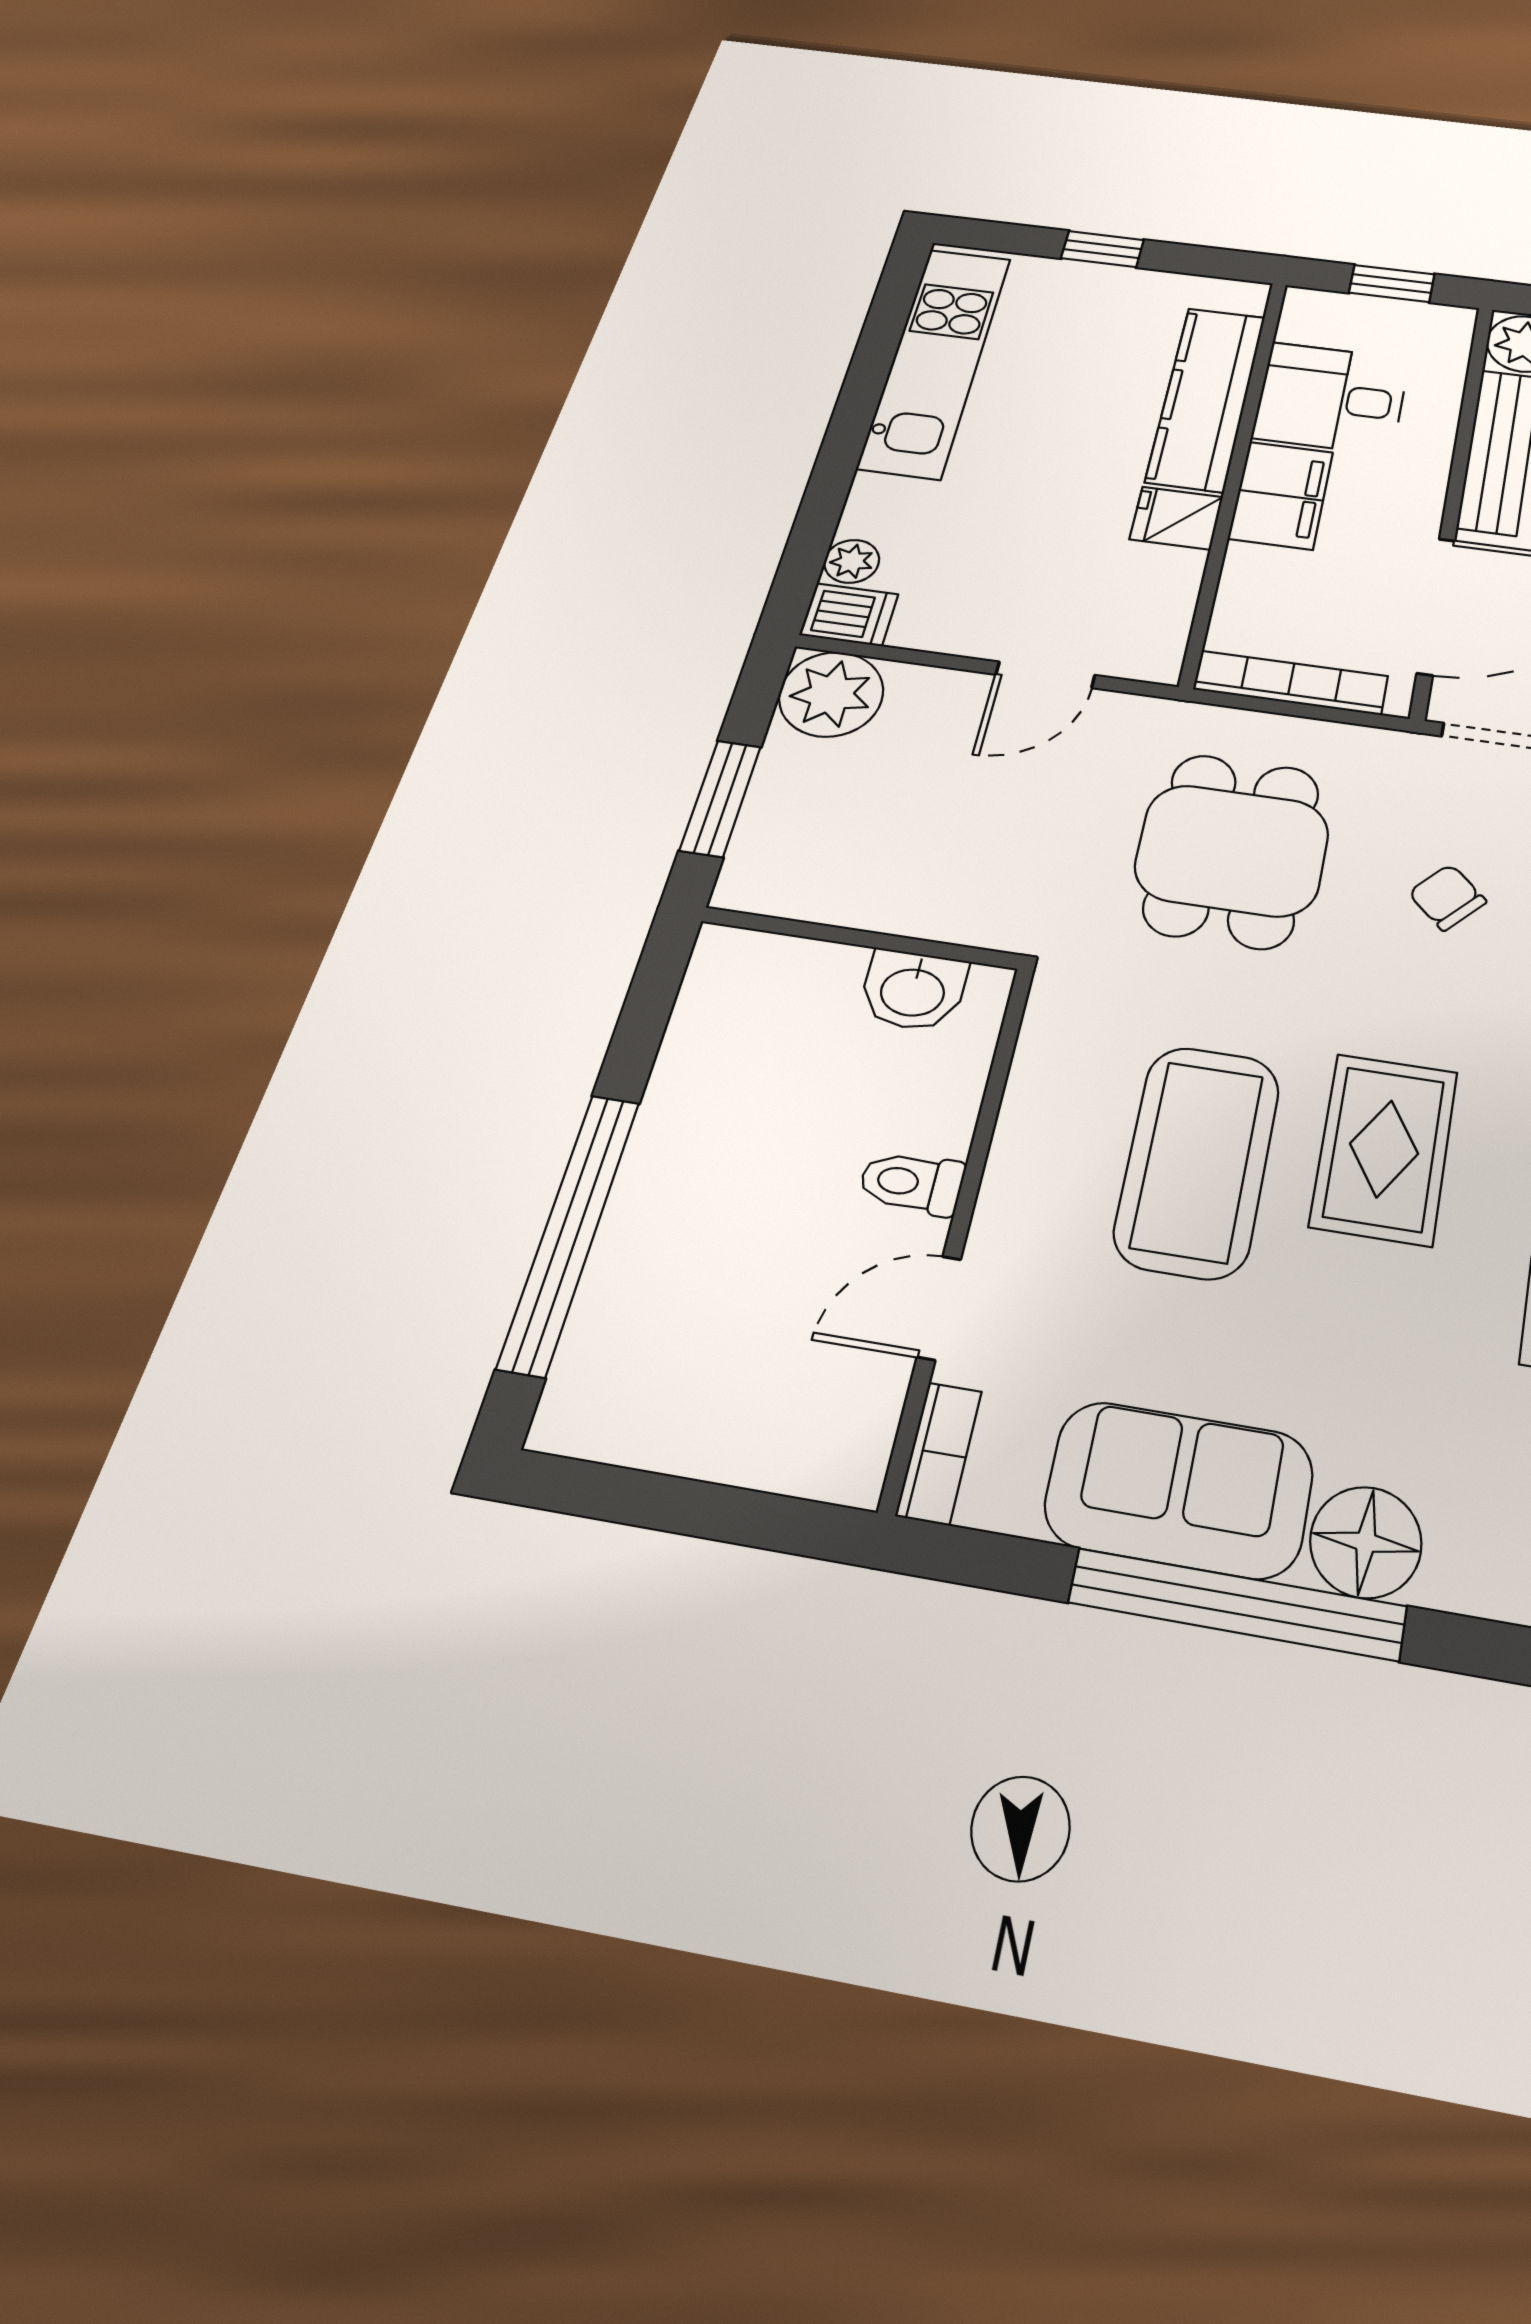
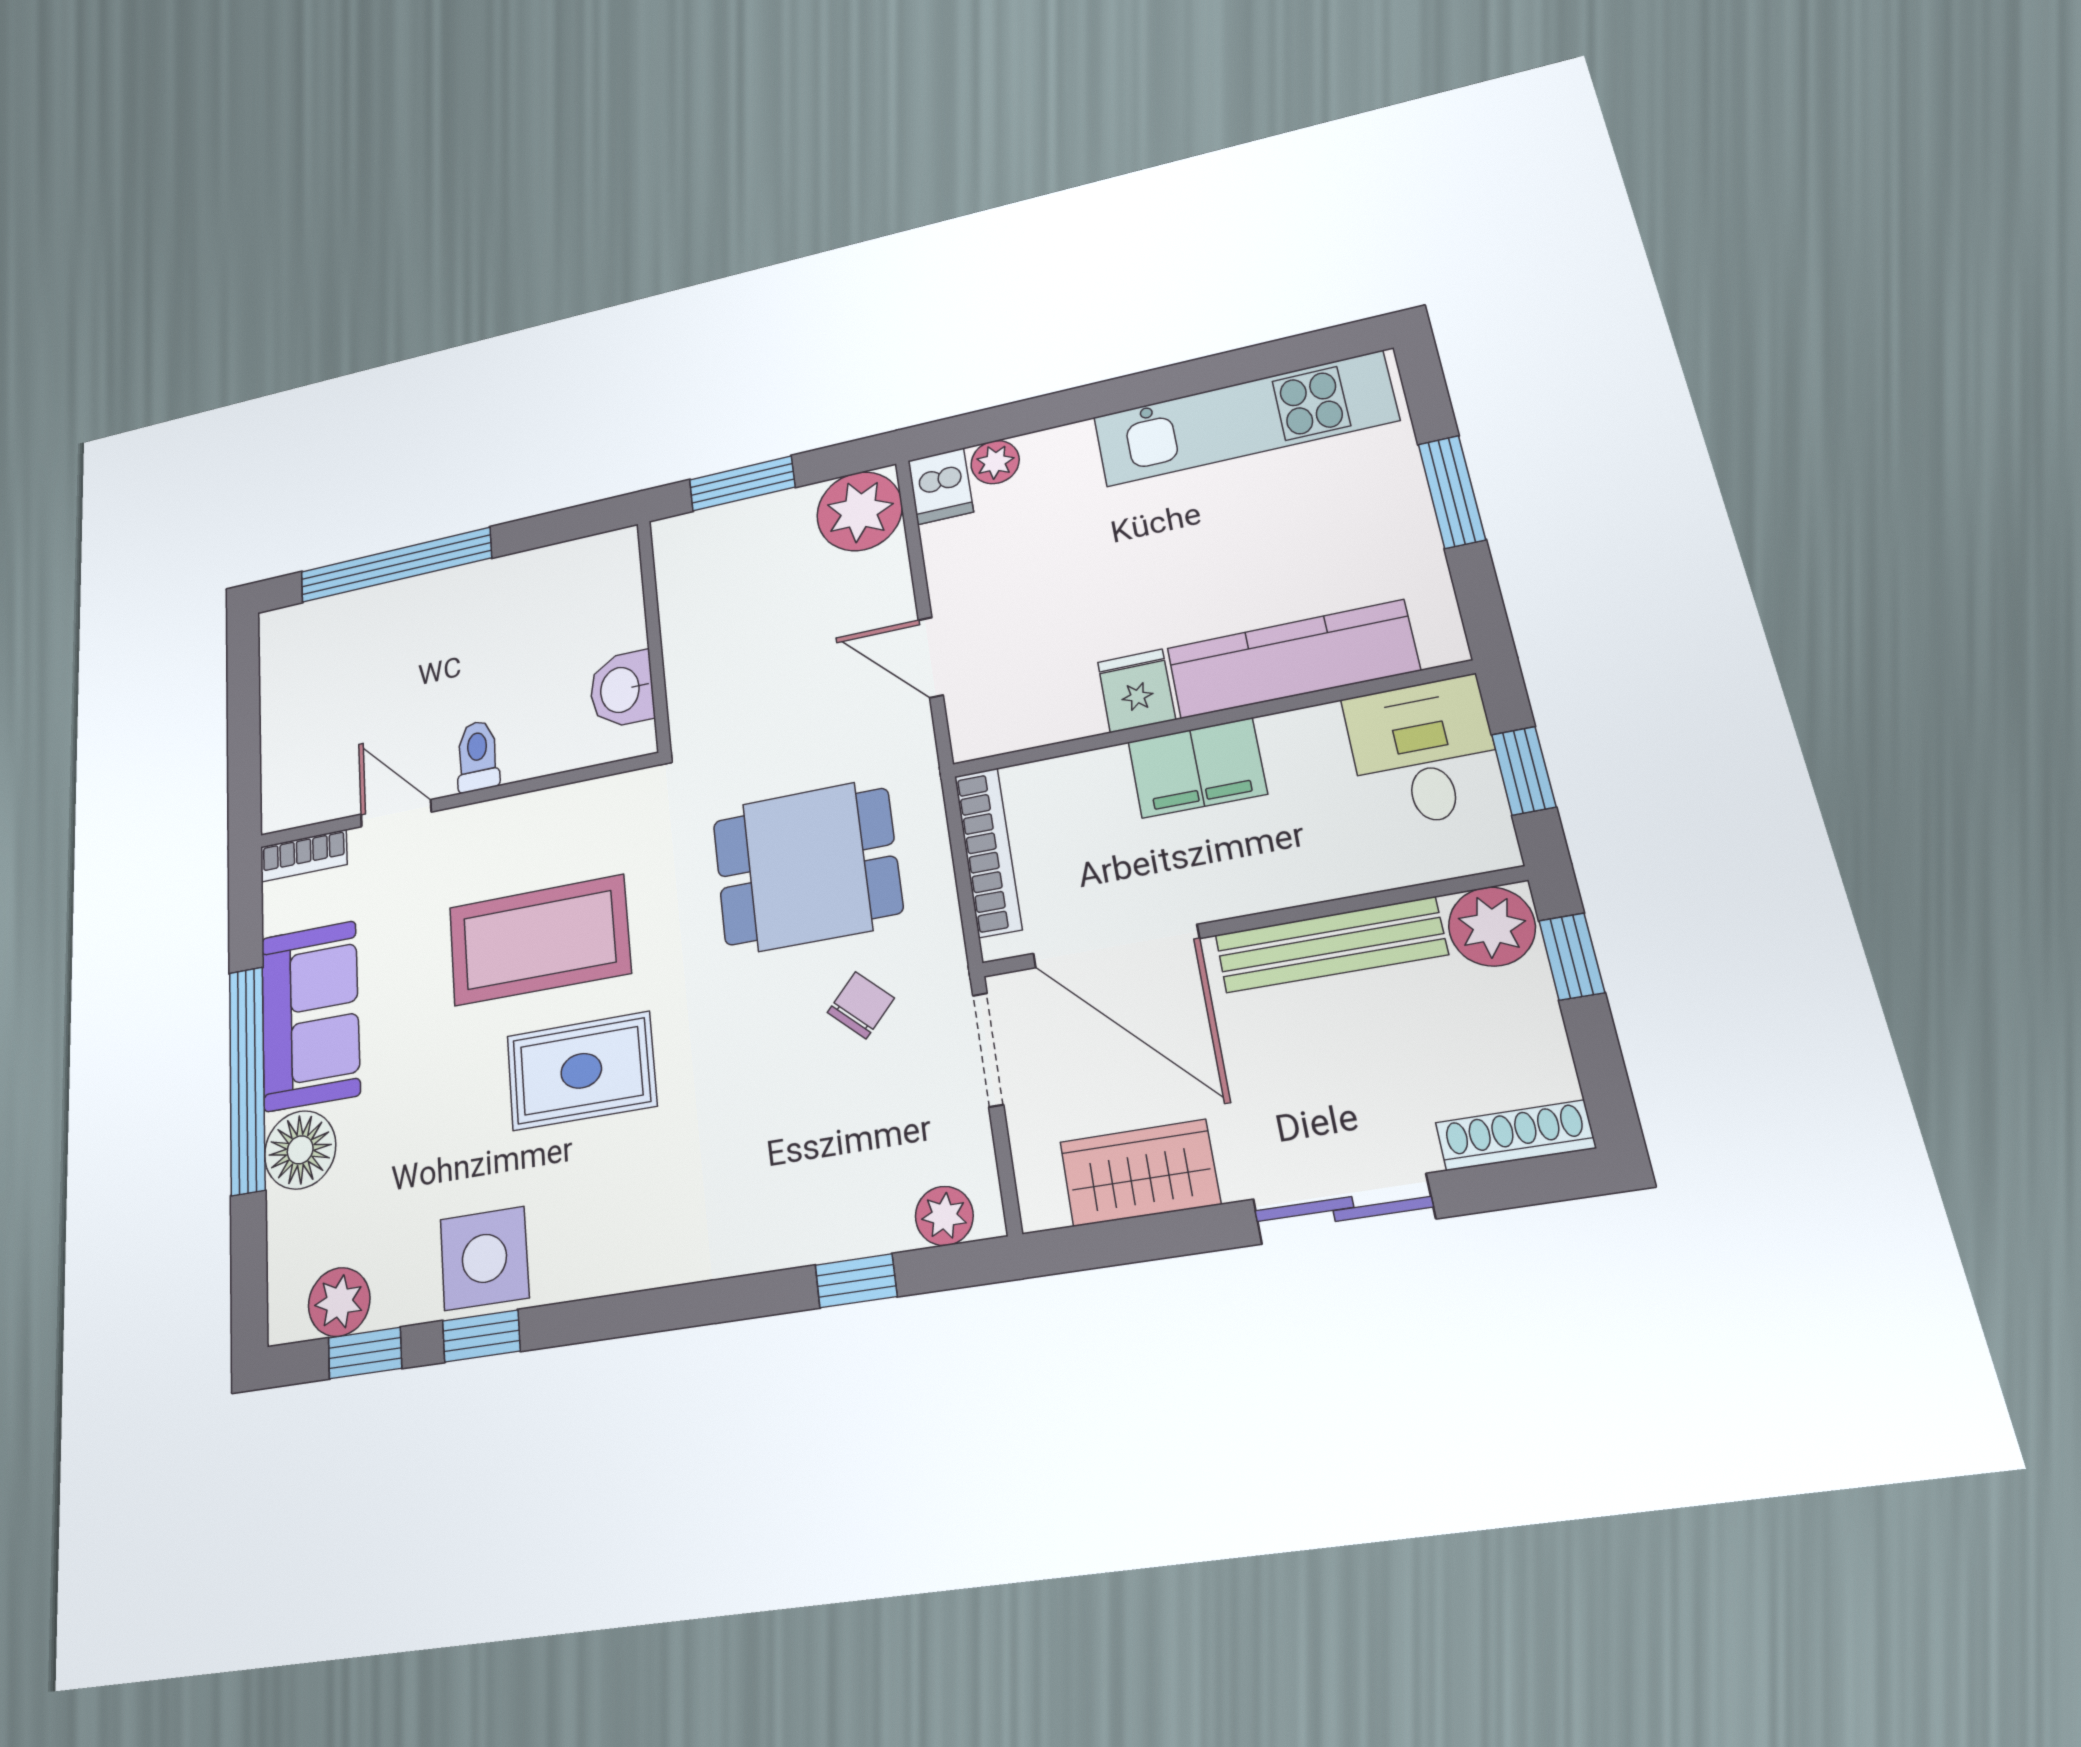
window: (1102, 249) -> (1452, 492), width x1.50
desk: (1331, 398) -> (1424, 752), moved
chair: (1447, 897) -> (861, 1005), moved

